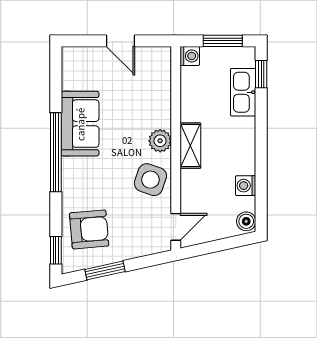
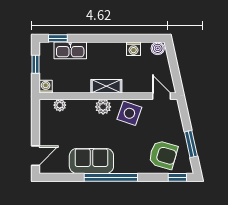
door: (120, 41) -> (35, 156), moved
window: (223, 41) -> (35, 64), width x0.67
plant: (162, 77) -> (60, 105), added
armchair: (89, 229) -> (163, 155), turned 111

